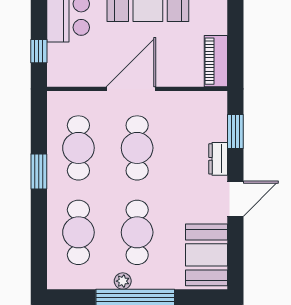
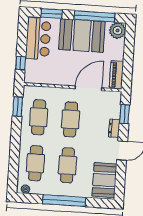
door: (131, 89) -> (88, 88), moved
window: (39, 172) -> (18, 107), moved
plant: (123, 281) -> (26, 189), moved

